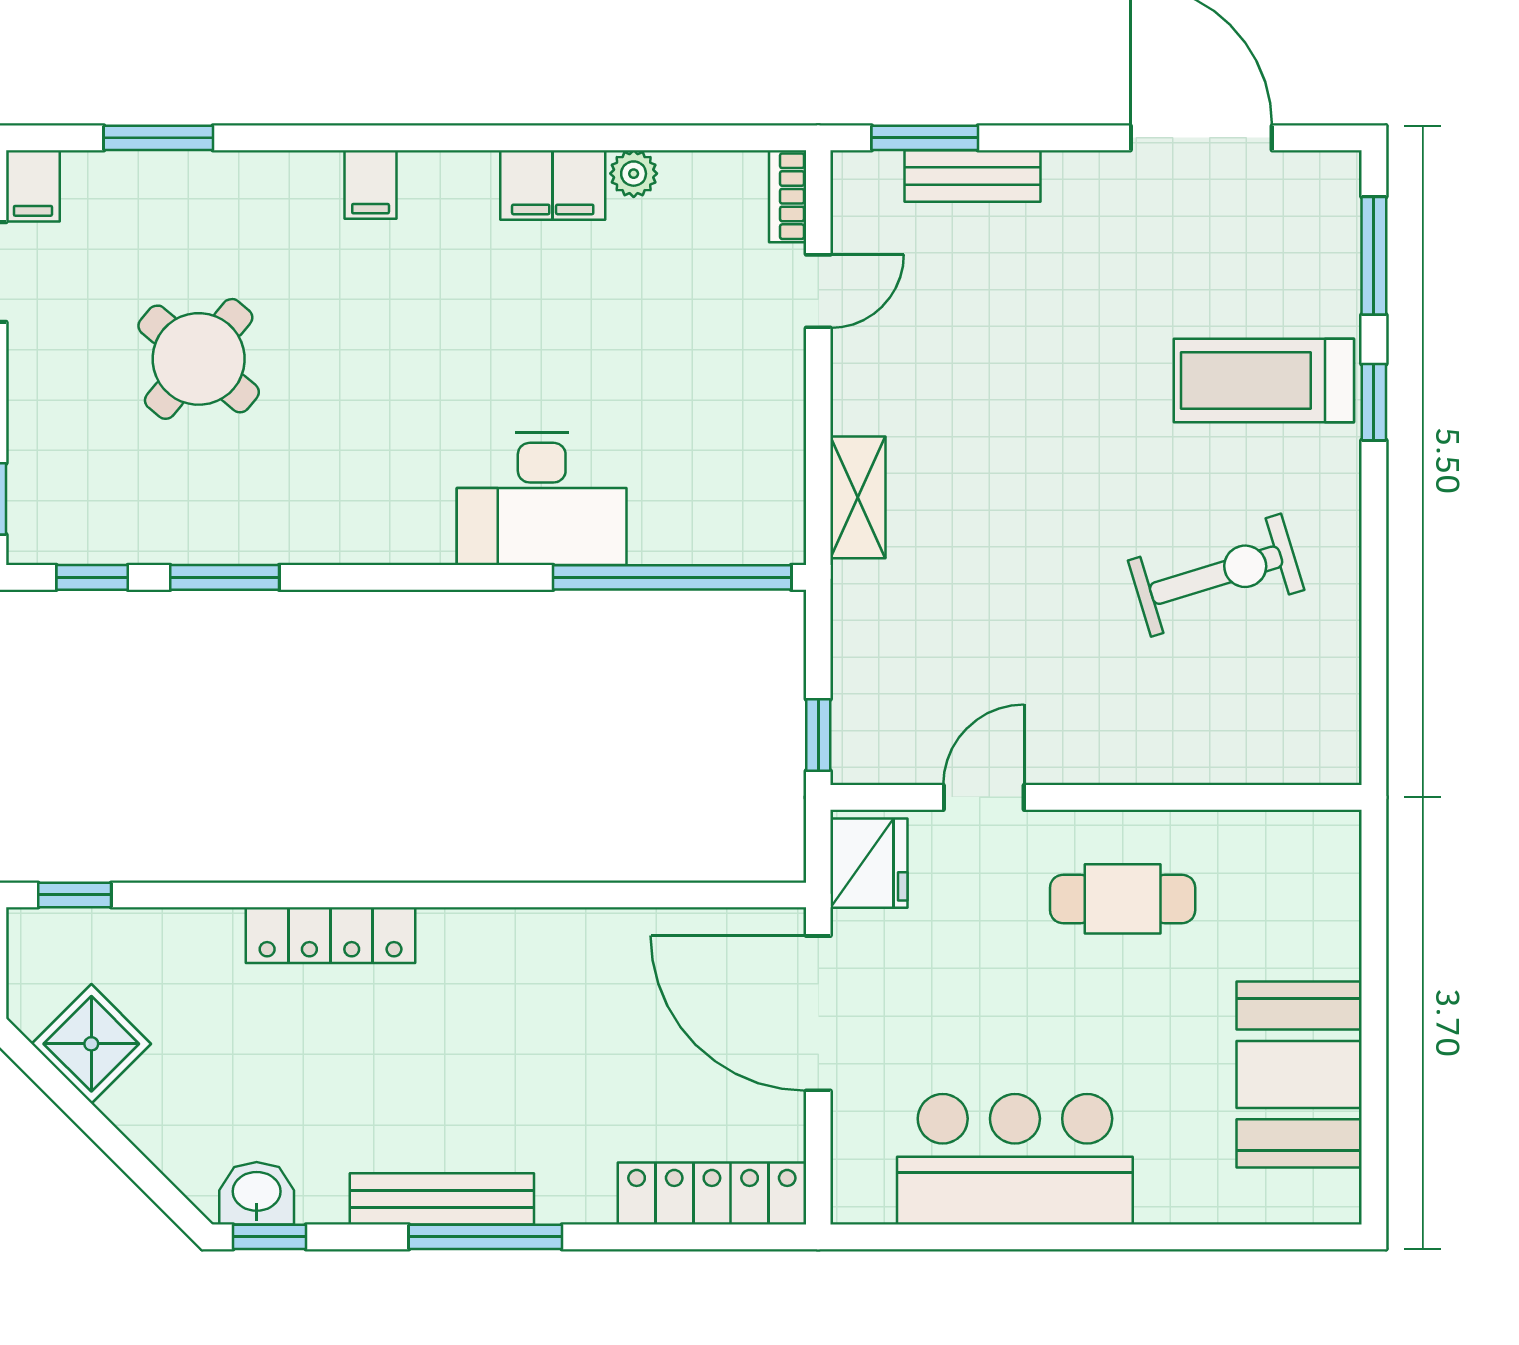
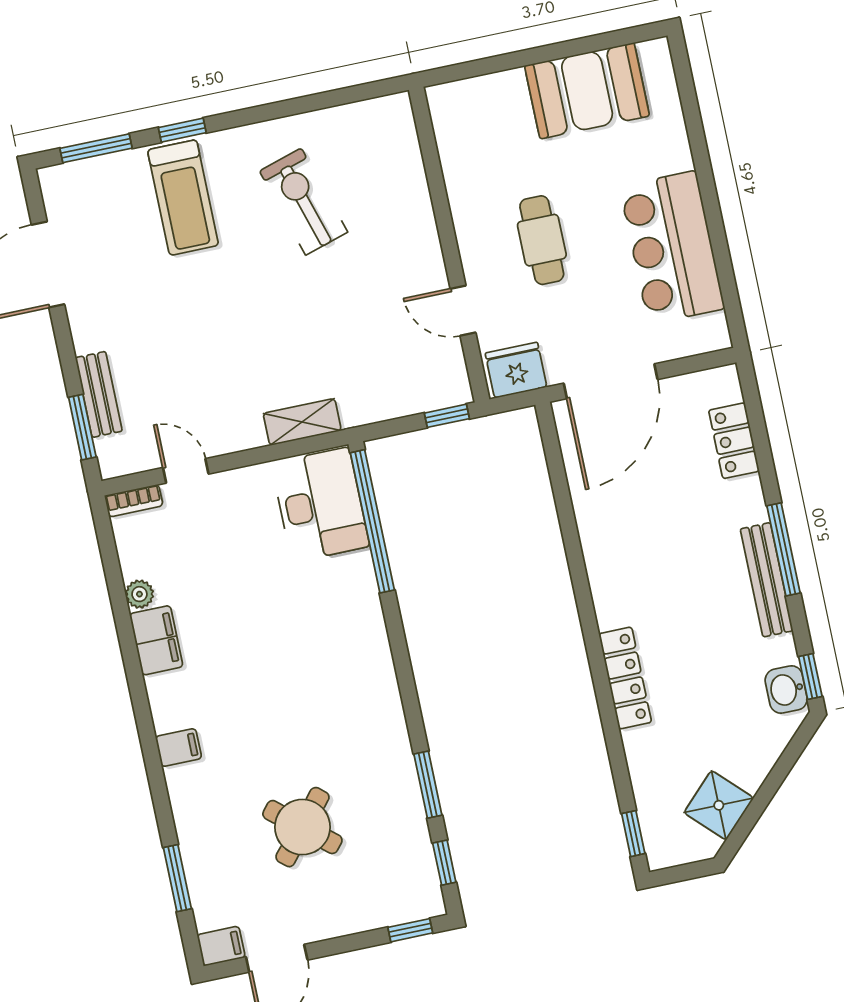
desk: (542, 499) -> (320, 505), moved
cafe table: (1123, 899) -> (542, 240), moved
locker: (712, 1194) -> (734, 441), width x0.66

